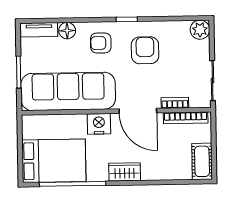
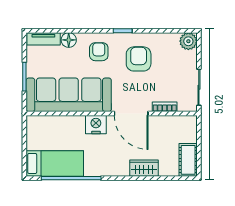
armchair: (101, 43) -> (99, 52), turned 90
bookcase: (186, 118) -> (174, 120), removed
bed: (54, 161) -> (55, 163), width x0.67
wardrobe: (125, 172) -> (144, 168), moved

